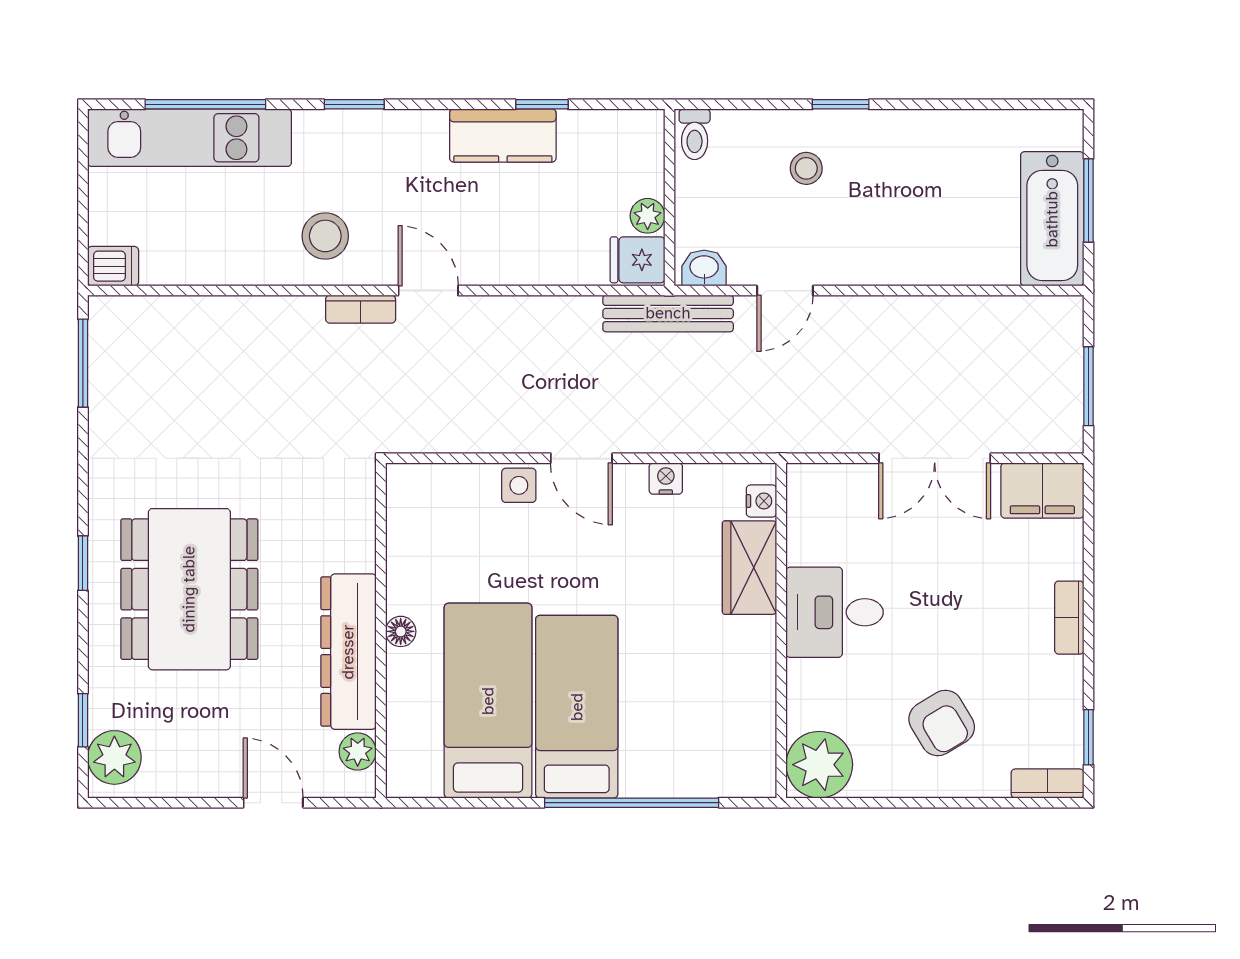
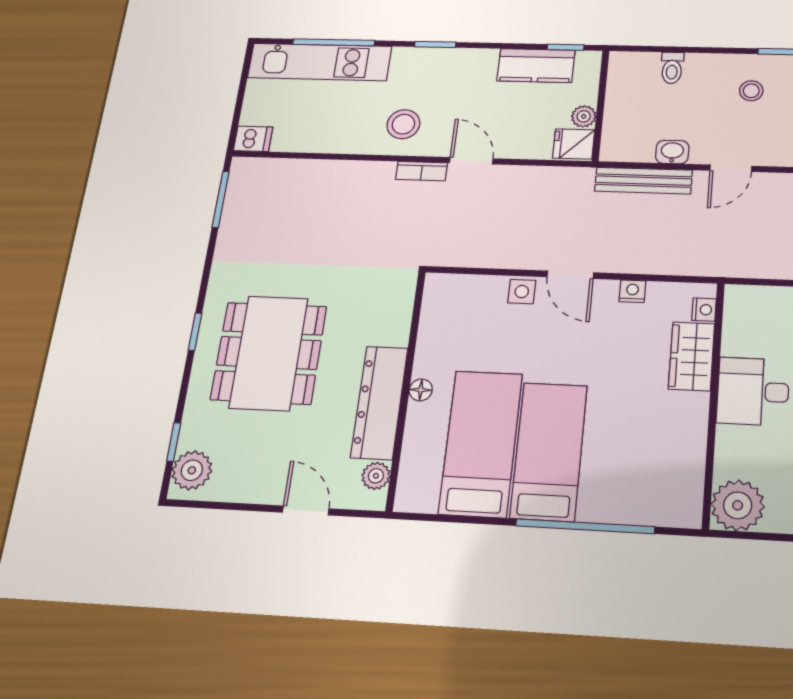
wall: (670, 197) -> (601, 105), moved
plant: (648, 216) -> (584, 116), moved
fridge: (638, 260) -> (574, 144), moved

